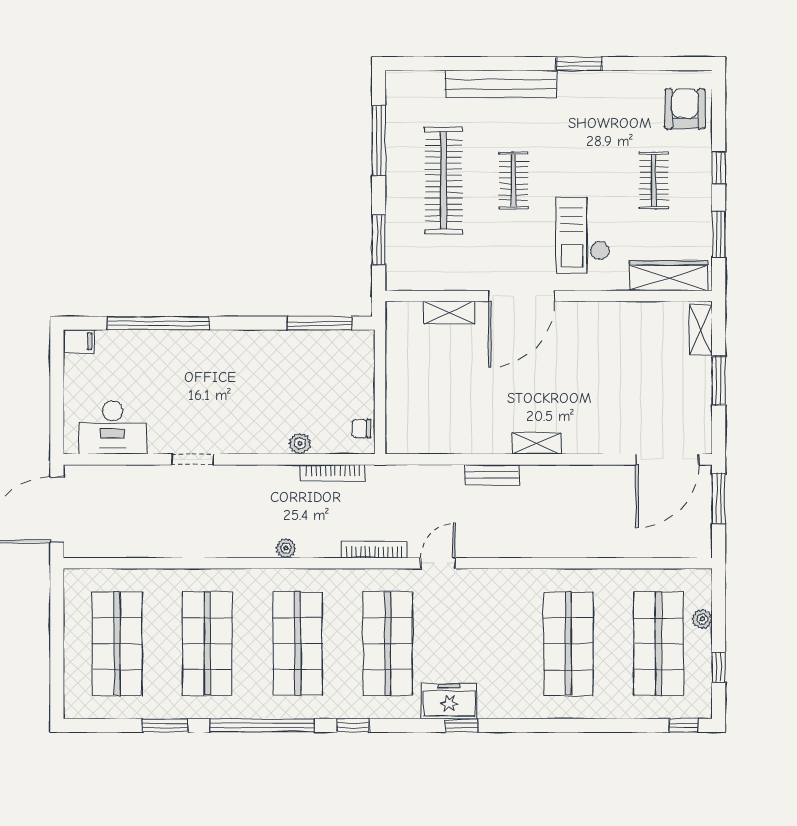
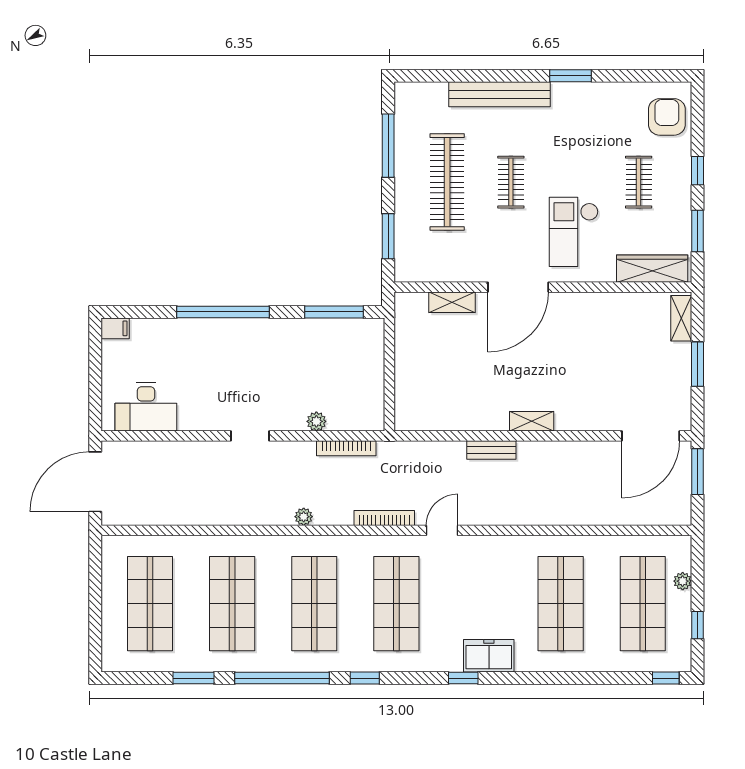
window: (158, 323) -> (223, 312), moved
chair: (361, 429) -> (372, 408), removed
doorway: (193, 459) -> (250, 436), moved
freezer: (449, 701) -> (489, 656), moved

